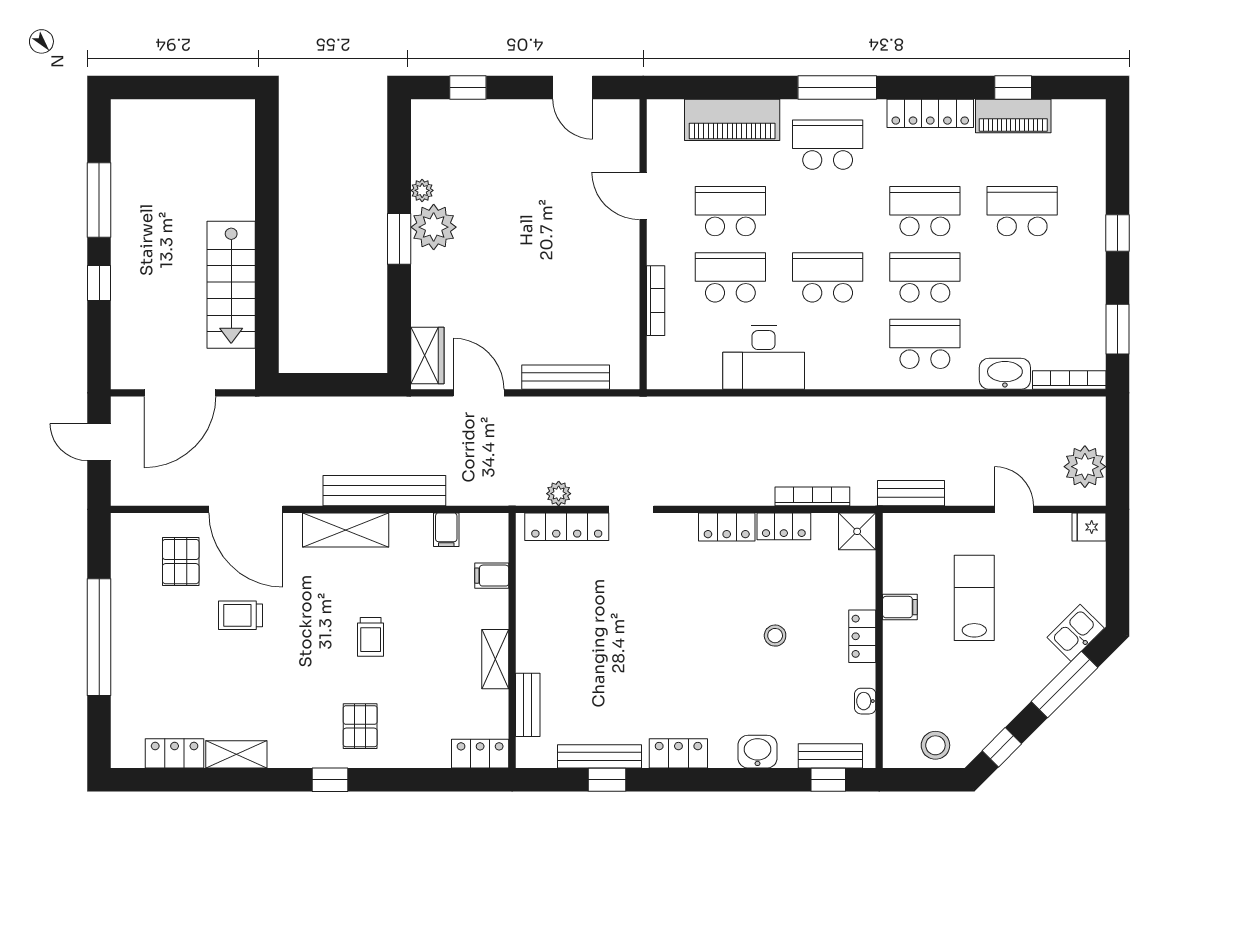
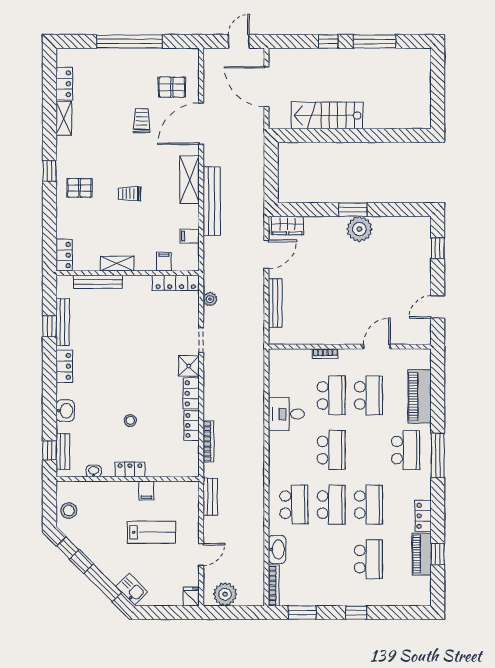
locker: (930, 113) -> (423, 516), width x0.66
plant: (422, 190) -> (380, 223), removed
bookcase: (656, 301) -> (325, 354), width x0.64
desk: (764, 357) -> (286, 414), width x0.73
locker: (567, 527) -> (176, 283), moved, turned -90
shower: (857, 531) -> (189, 366), moved
bench: (528, 705) -> (98, 282), width x1.36

